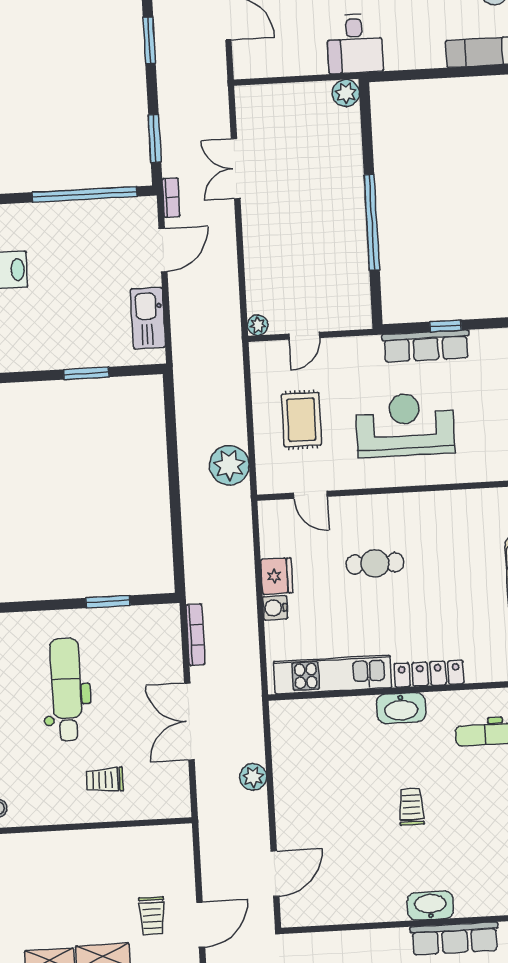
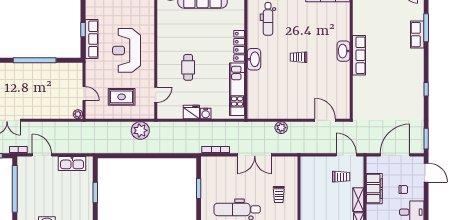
row of seats: (455, 939) -> (359, 55), moved

